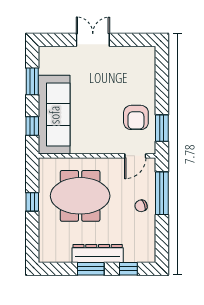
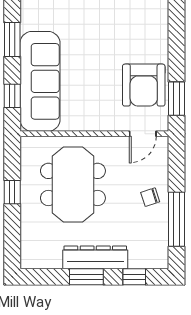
armchair: (136, 117) -> (144, 85), width x1.36, depth x1.36
window: (162, 193) -> (177, 219), moved
meeting table: (80, 196) -> (73, 184), turned 90

